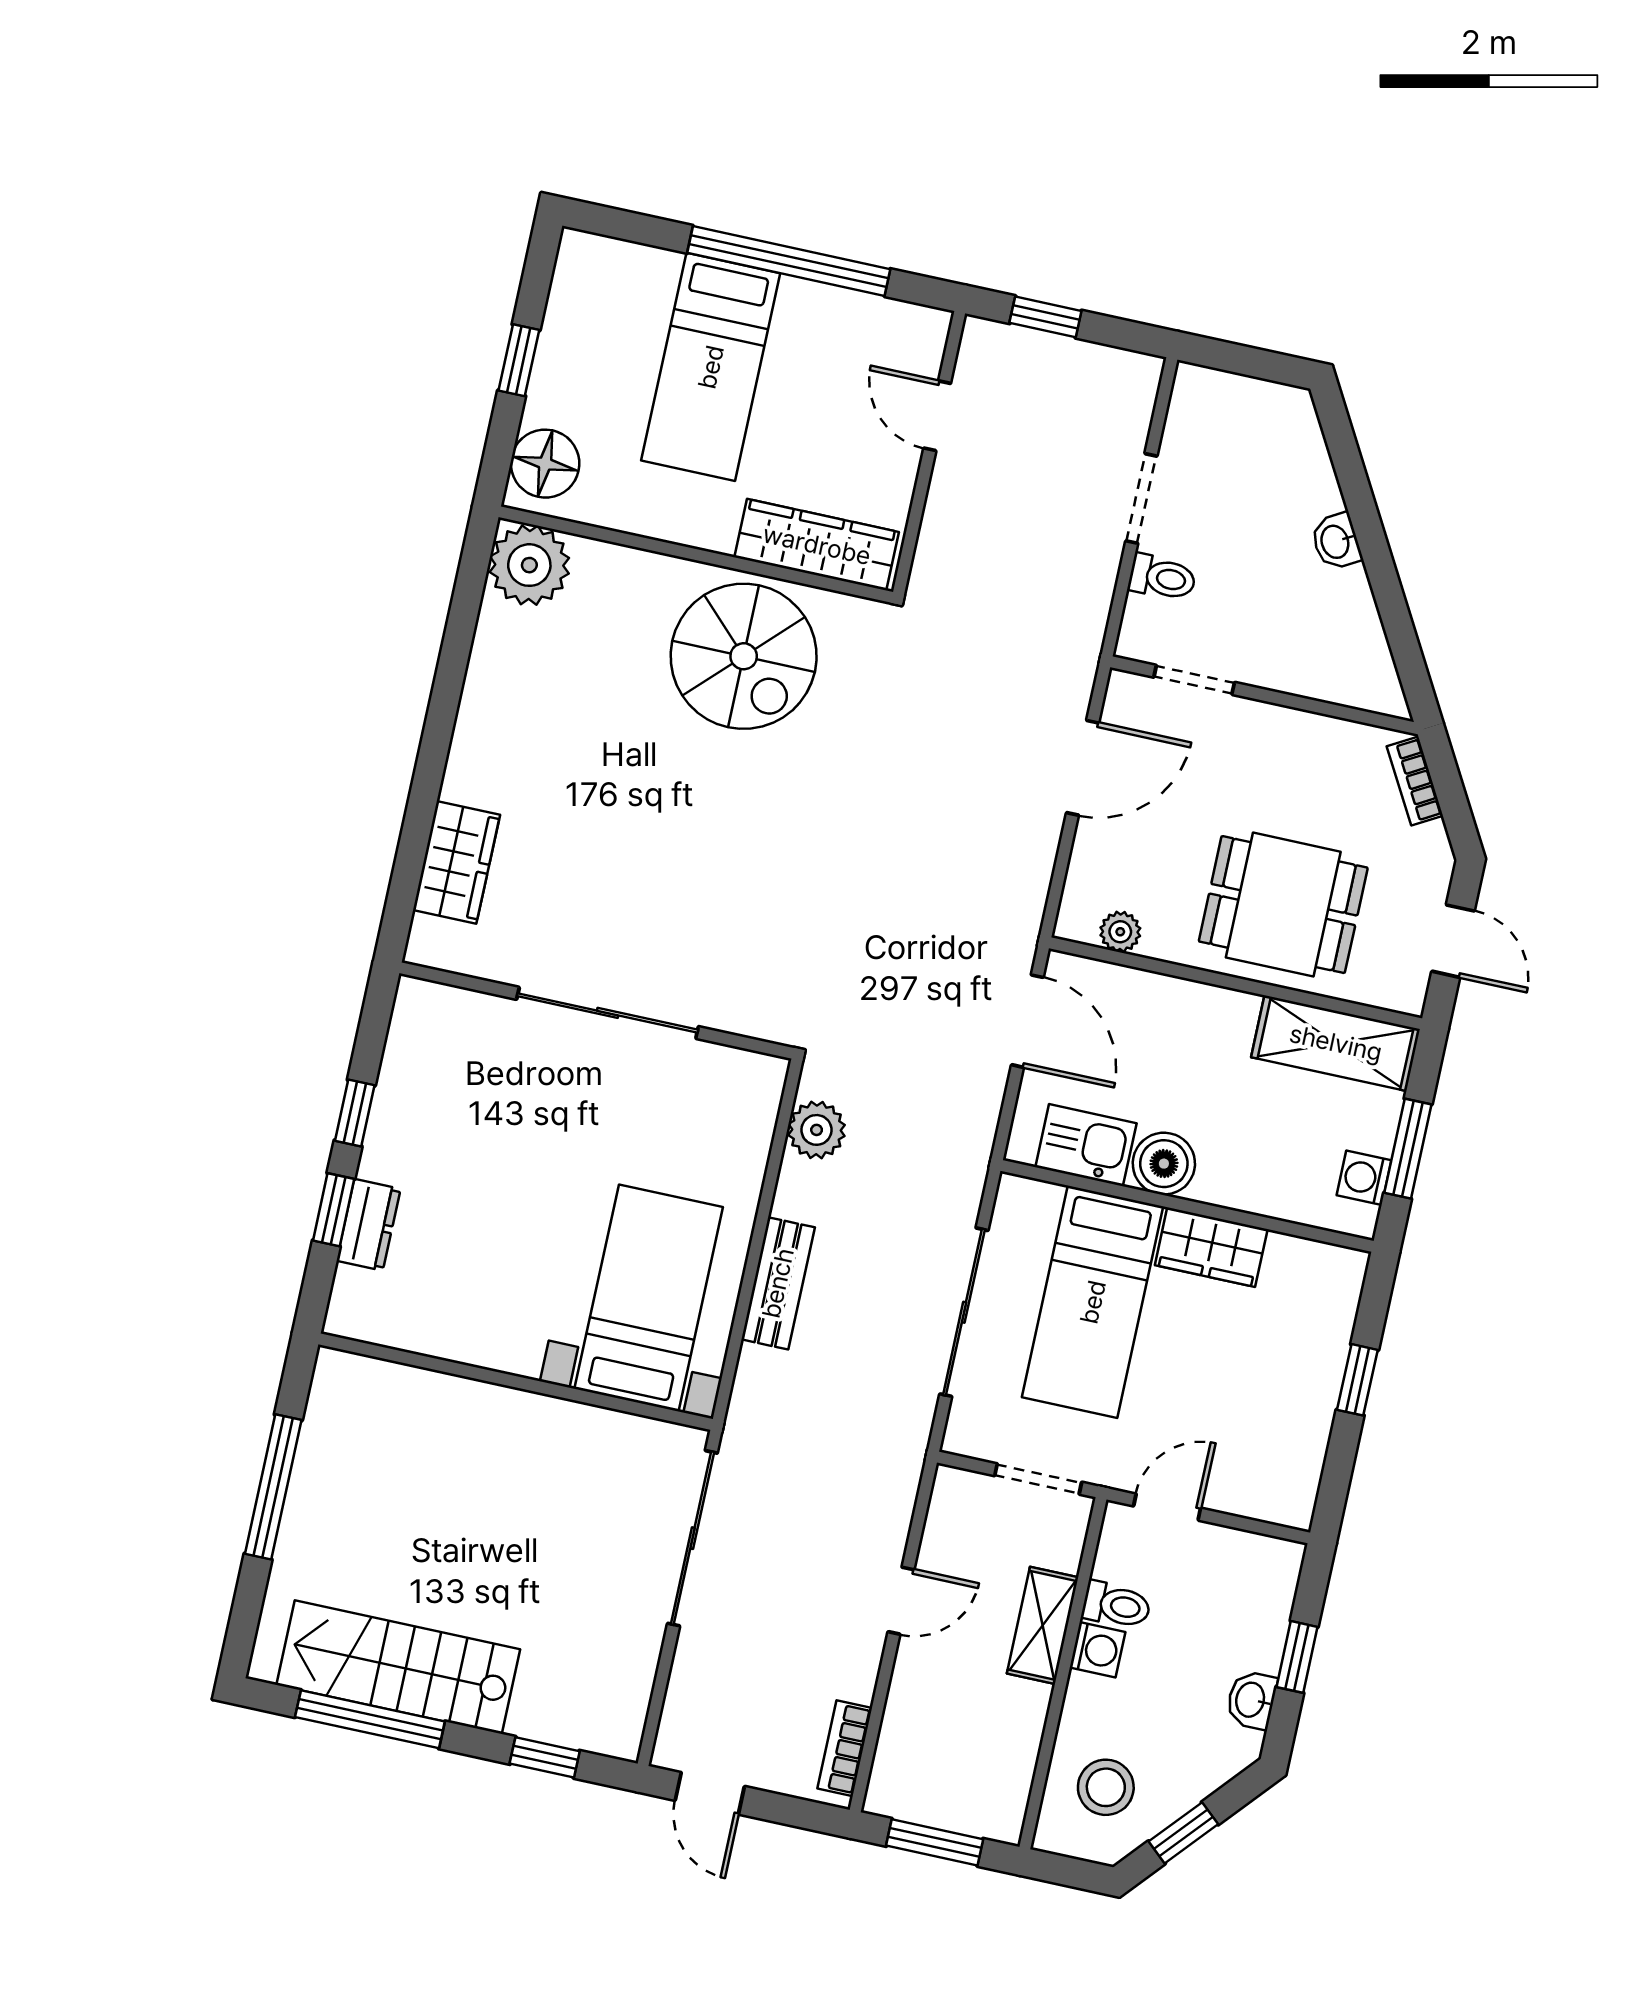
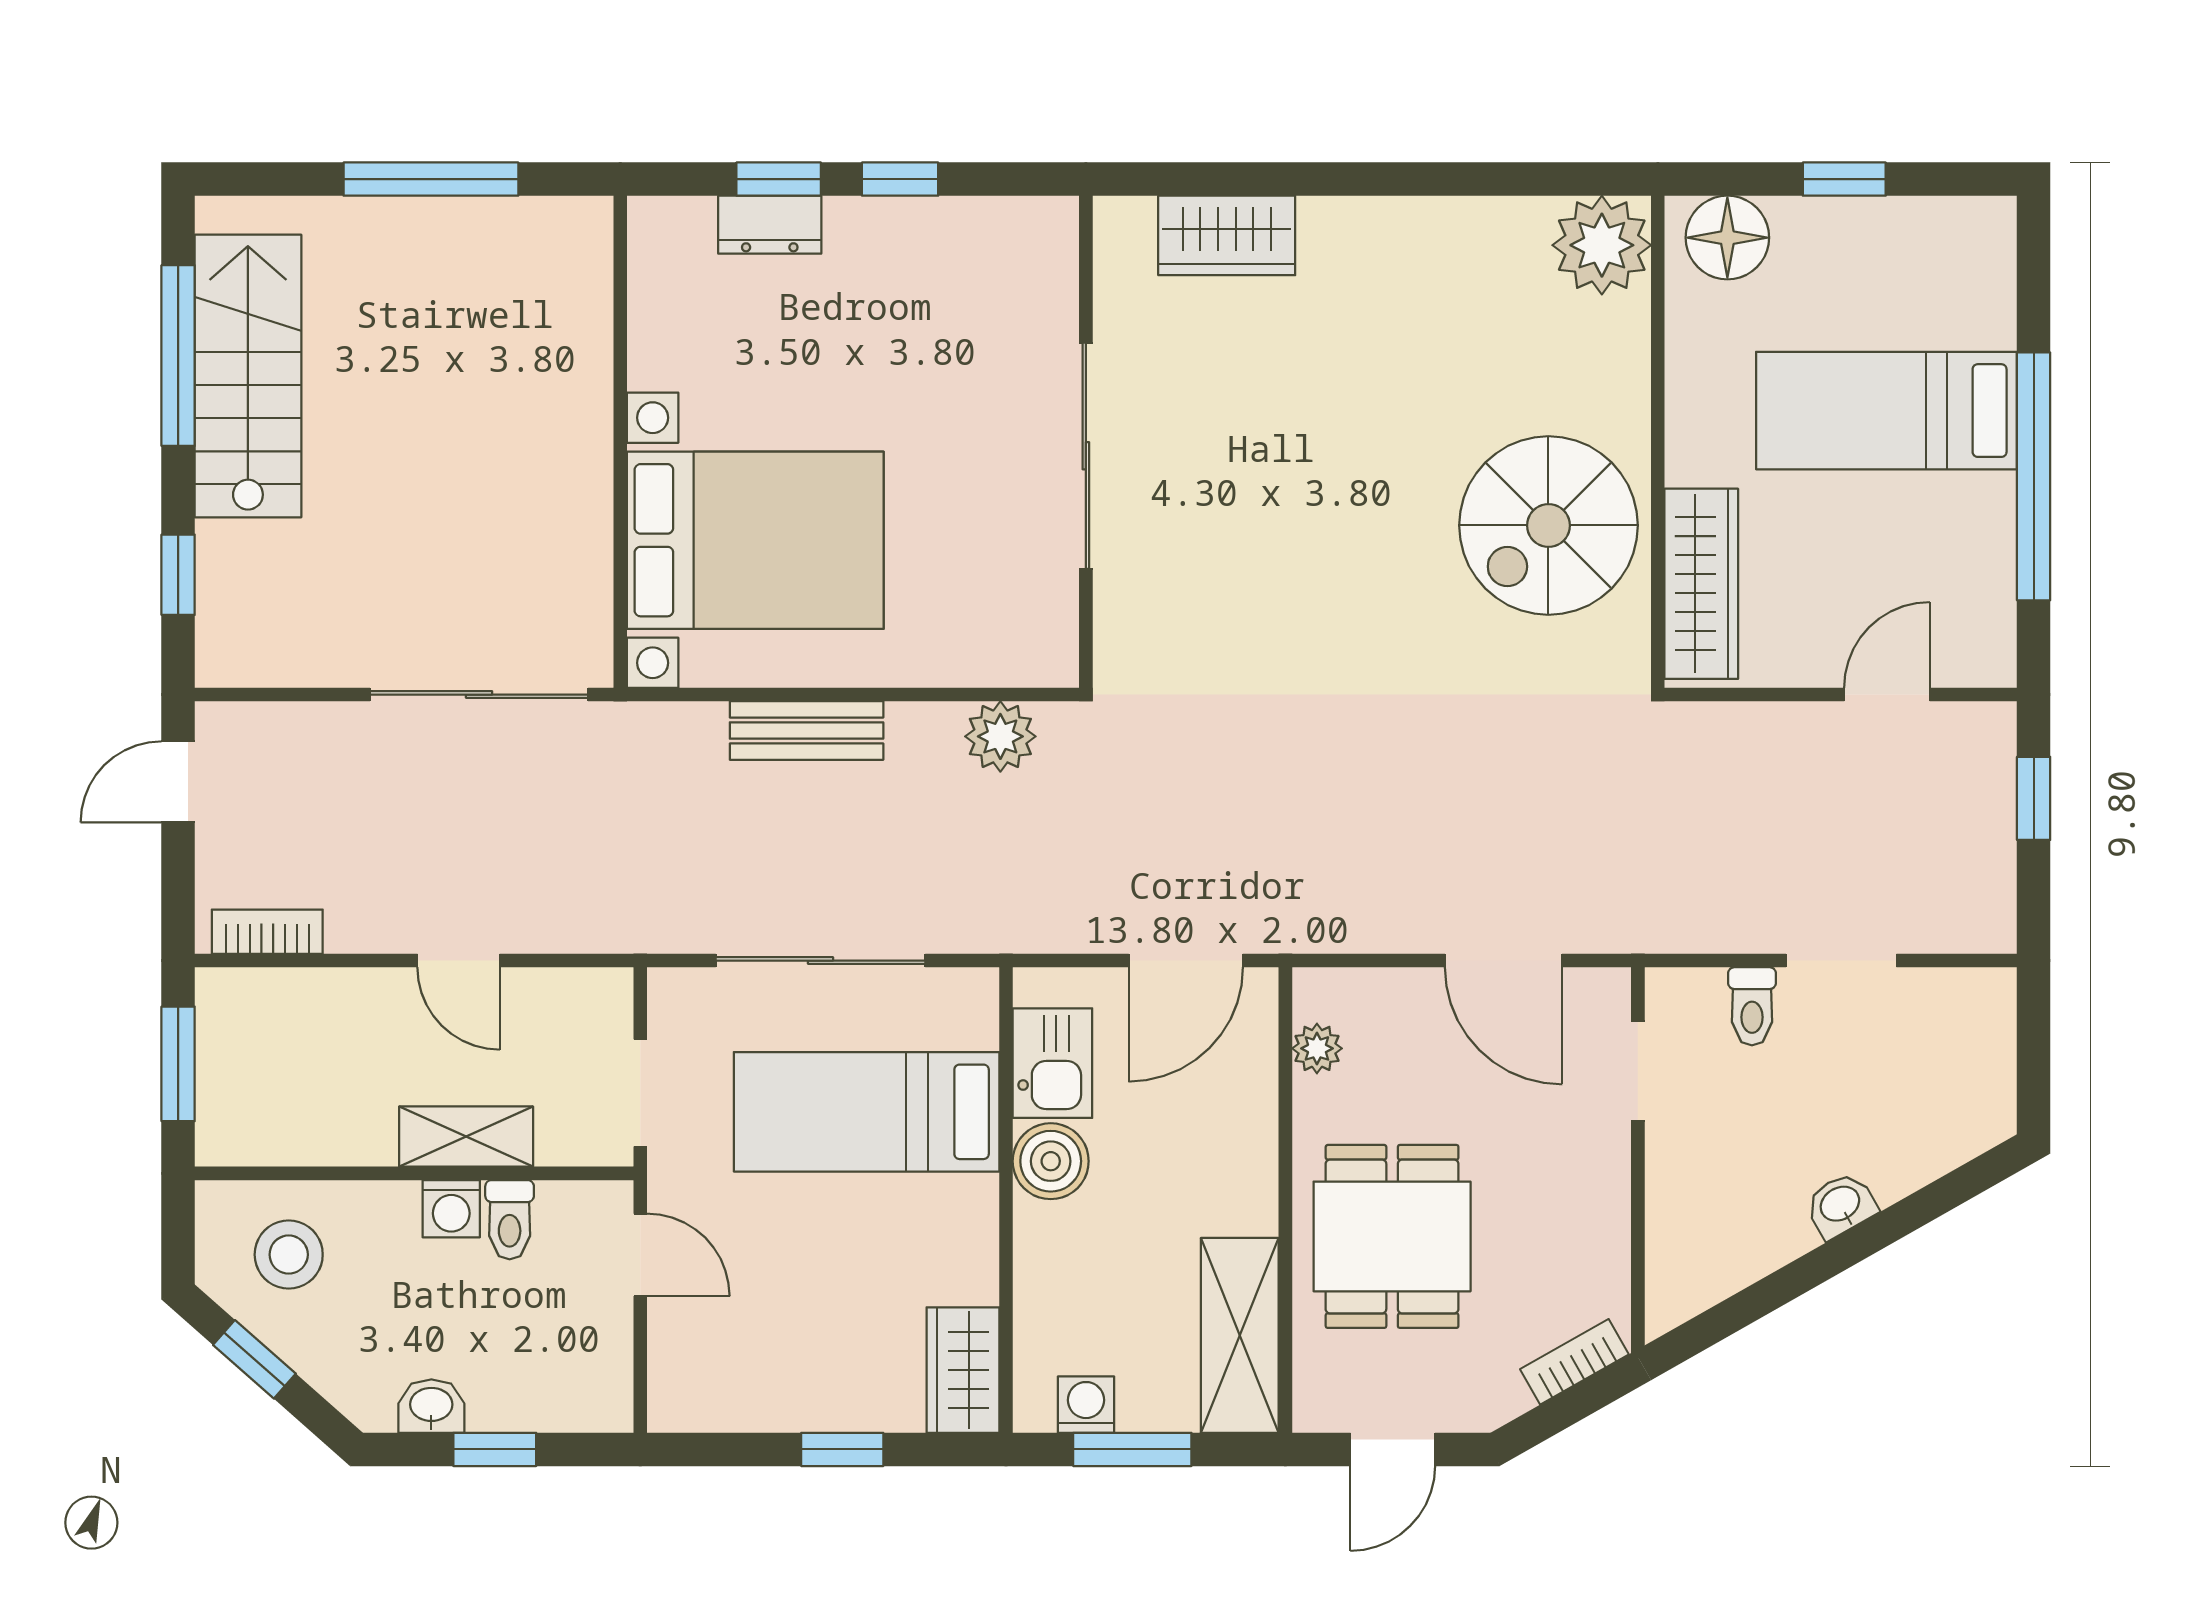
wardrobe: (1211, 1247) -> (963, 1370), moved
bed with nightstands: (649, 1298) -> (755, 540), width x1.36

